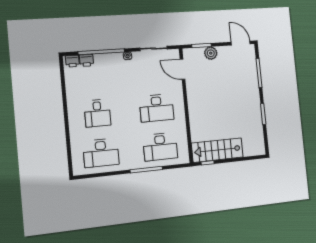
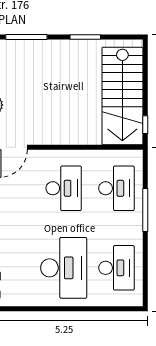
desk: (97, 113) -> (64, 268), width x1.87, depth x1.30
stairs: (217, 150) -> (122, 96), width x1.36, depth x1.51

